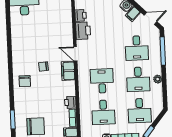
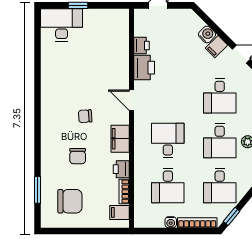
filing cabinet: (68, 71) -> (120, 139), moved
chair: (25, 81) -> (78, 156), moved

